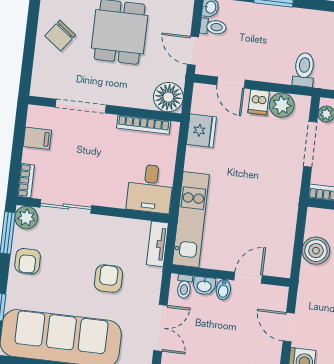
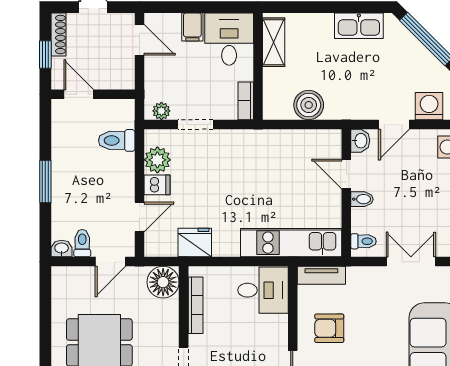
doorway: (310, 144) -> (196, 124), width x0.73
armchair: (108, 279) -> (329, 328), moved
washbasin: (204, 286) -> (360, 141), moved

